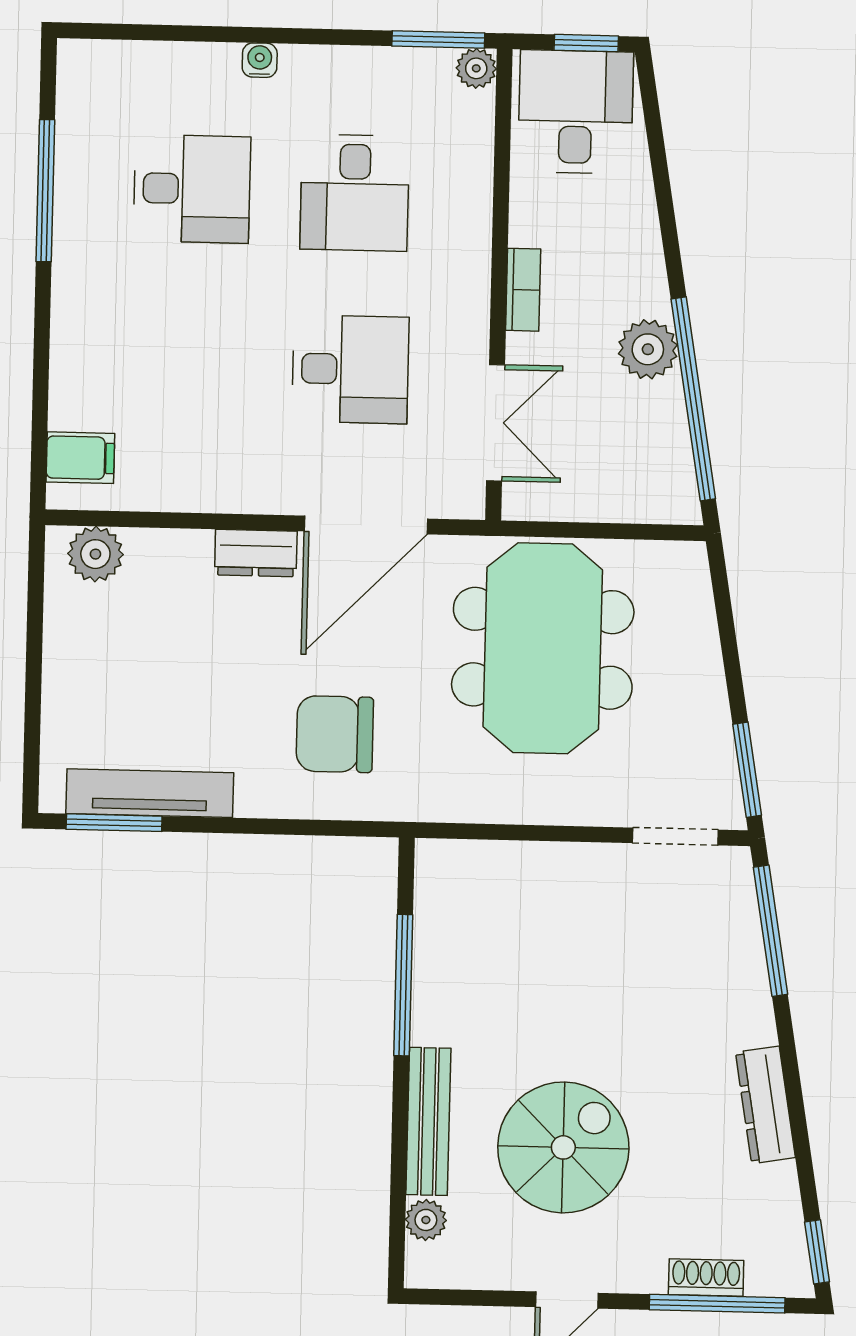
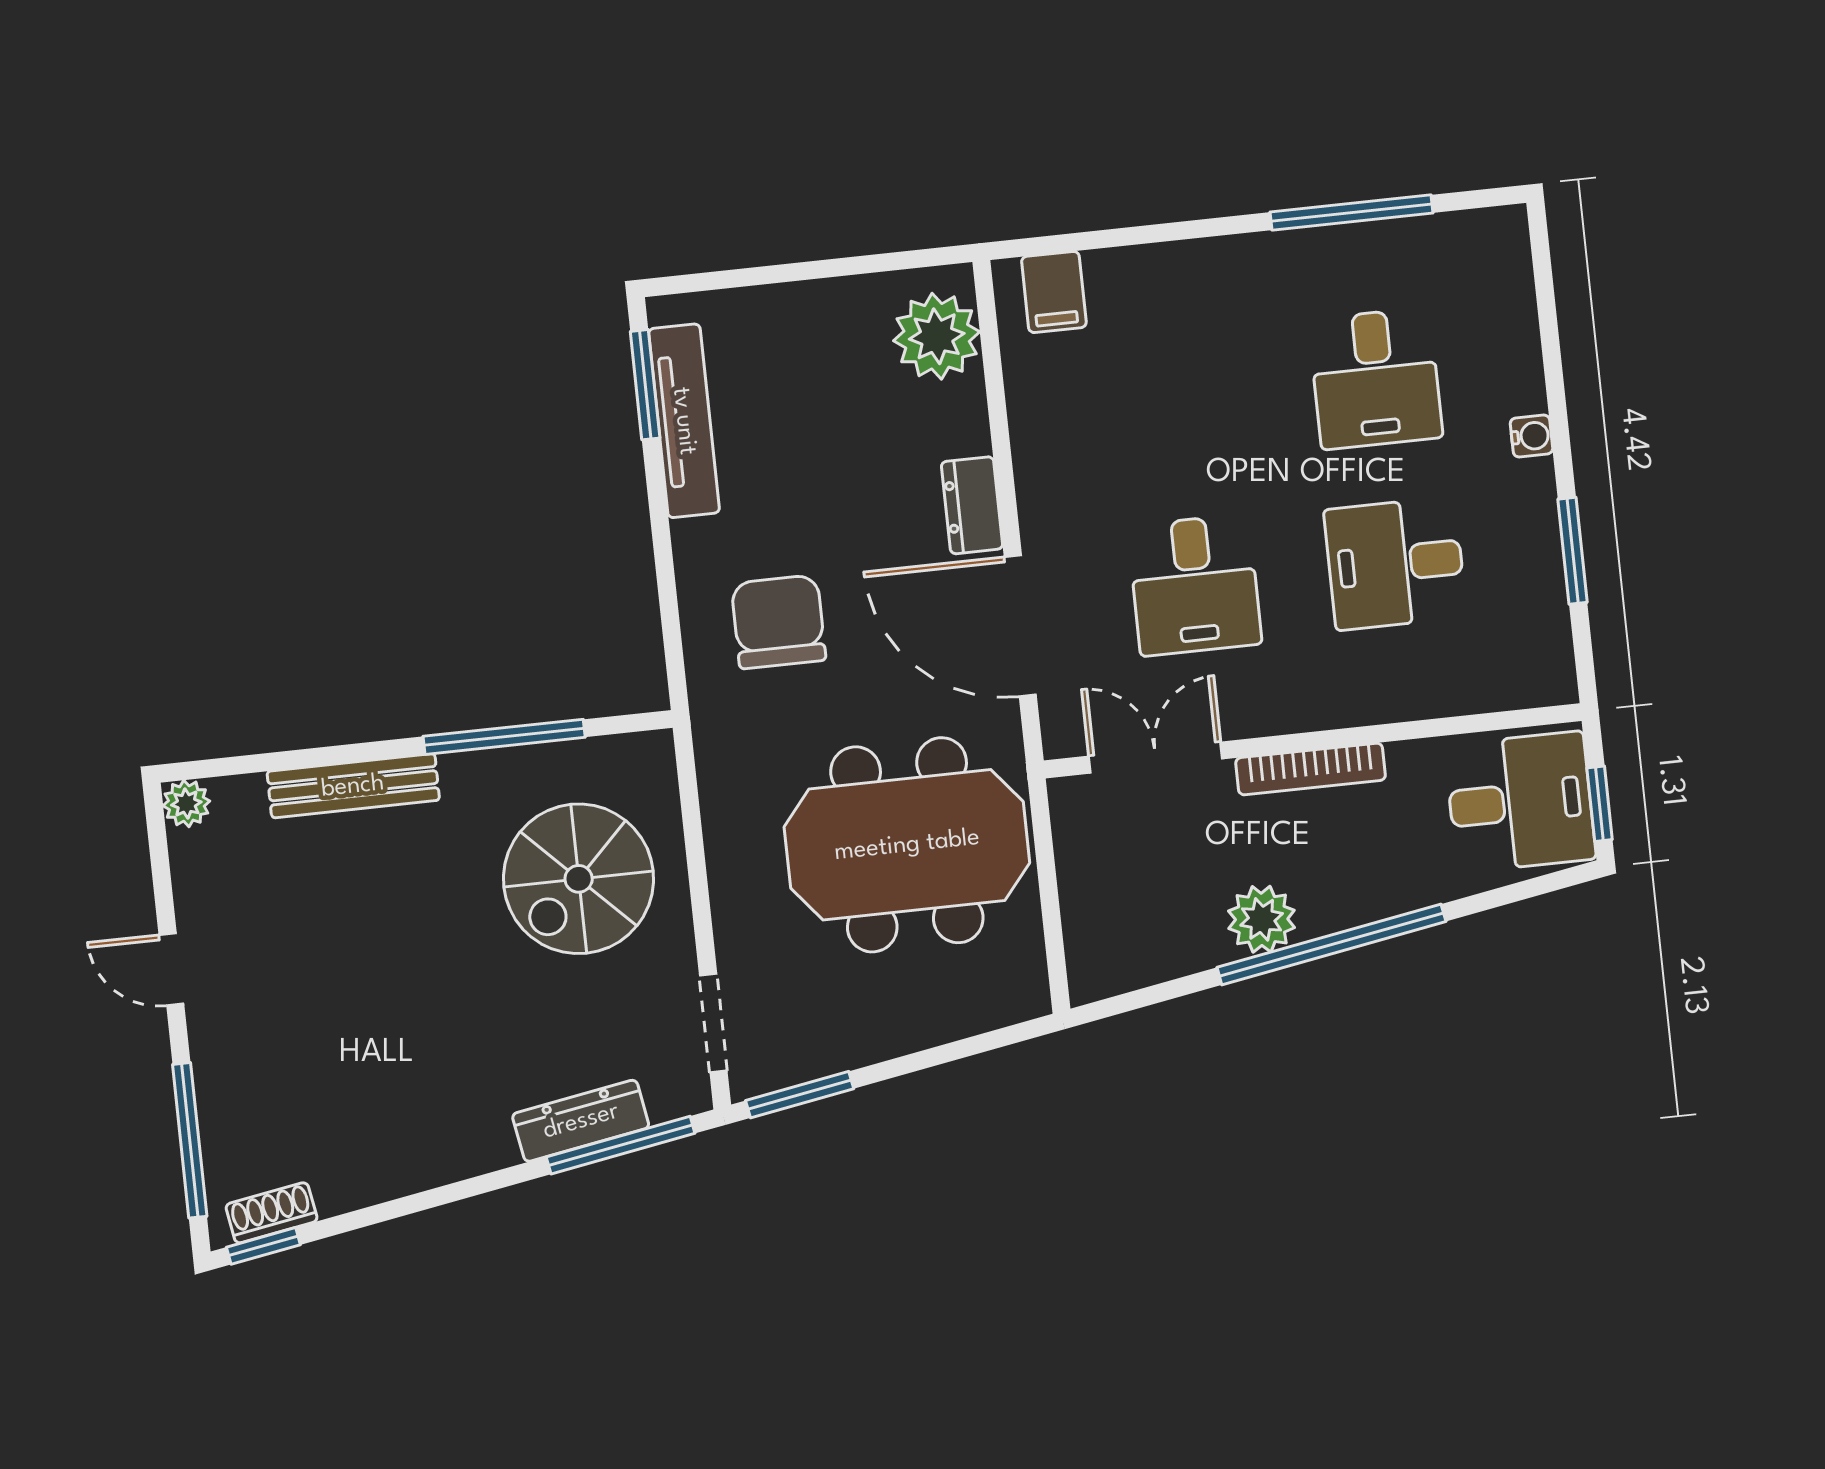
window: (438, 39) -> (1573, 551), moved
plant: (476, 68) -> (1555, 683), removed
bookcase: (523, 290) -> (1311, 769), width x1.56
window: (693, 399) -> (1331, 944), moved
double door: (496, 423) -> (1156, 758), swing flipped
plant: (95, 554) -> (937, 336), width x1.36, depth x1.36
dresser: (765, 1105) -> (581, 1121), moved
spiral stairs: (563, 1147) -> (579, 879), moved, turned 90
plant: (426, 1220) -> (186, 803), moved
shoe rack: (706, 1278) -> (272, 1213), moved, turned -100

